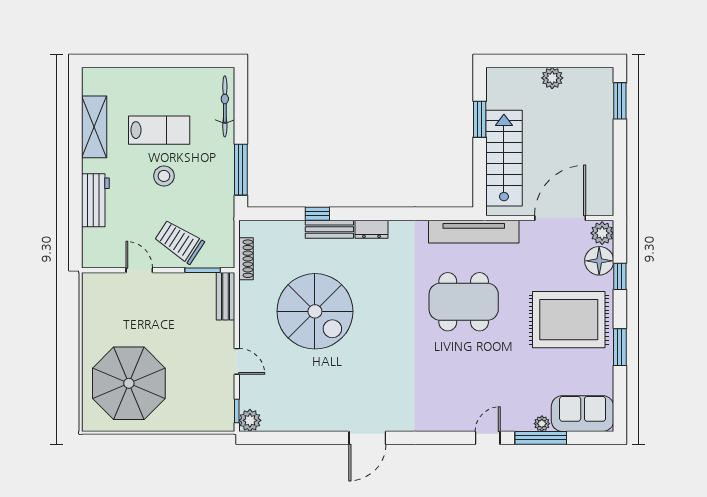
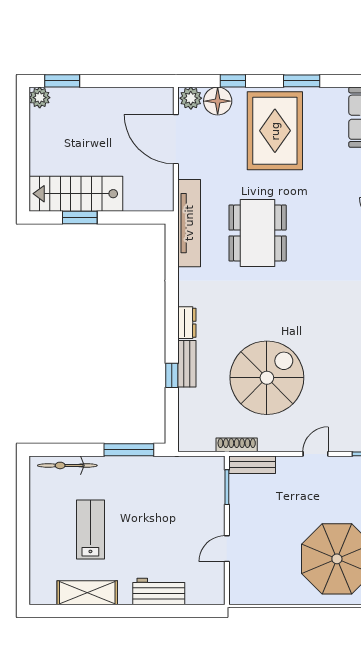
plant: (552, 78) -> (40, 98), moved
stairs: (504, 158) -> (76, 194), moved
stool: (164, 176) -> (135, 525), removed
trolley: (179, 242) -> (199, 510), removed
shoe rack: (246, 259) -> (237, 445), moved

